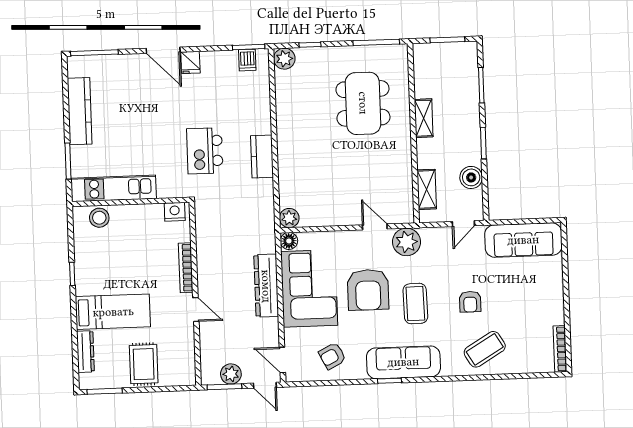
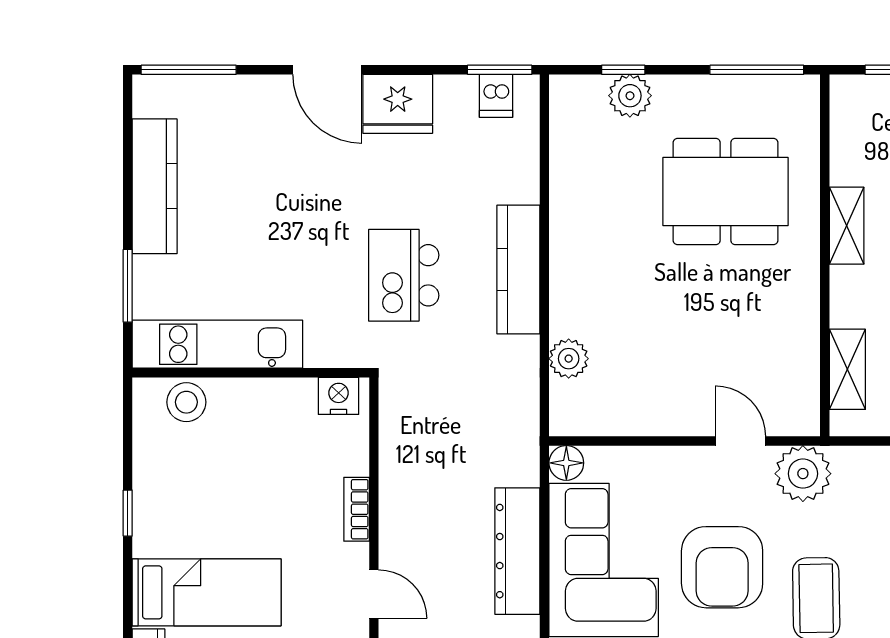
plant: (284, 59) -> (630, 96), moved
fridge: (190, 62) -> (398, 104), width x1.88, depth x1.34
dining table: (363, 103) -> (726, 192), turned 90
kitchen counter: (262, 156) -> (518, 269), width x1.50
plant: (289, 218) -> (569, 359), moved
bookcase: (186, 268) -> (357, 509), width x0.64

